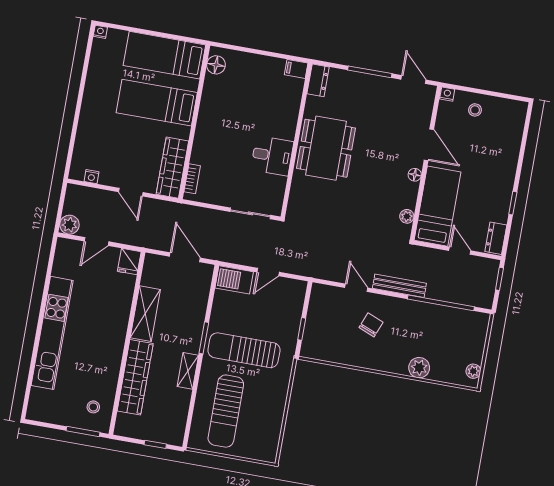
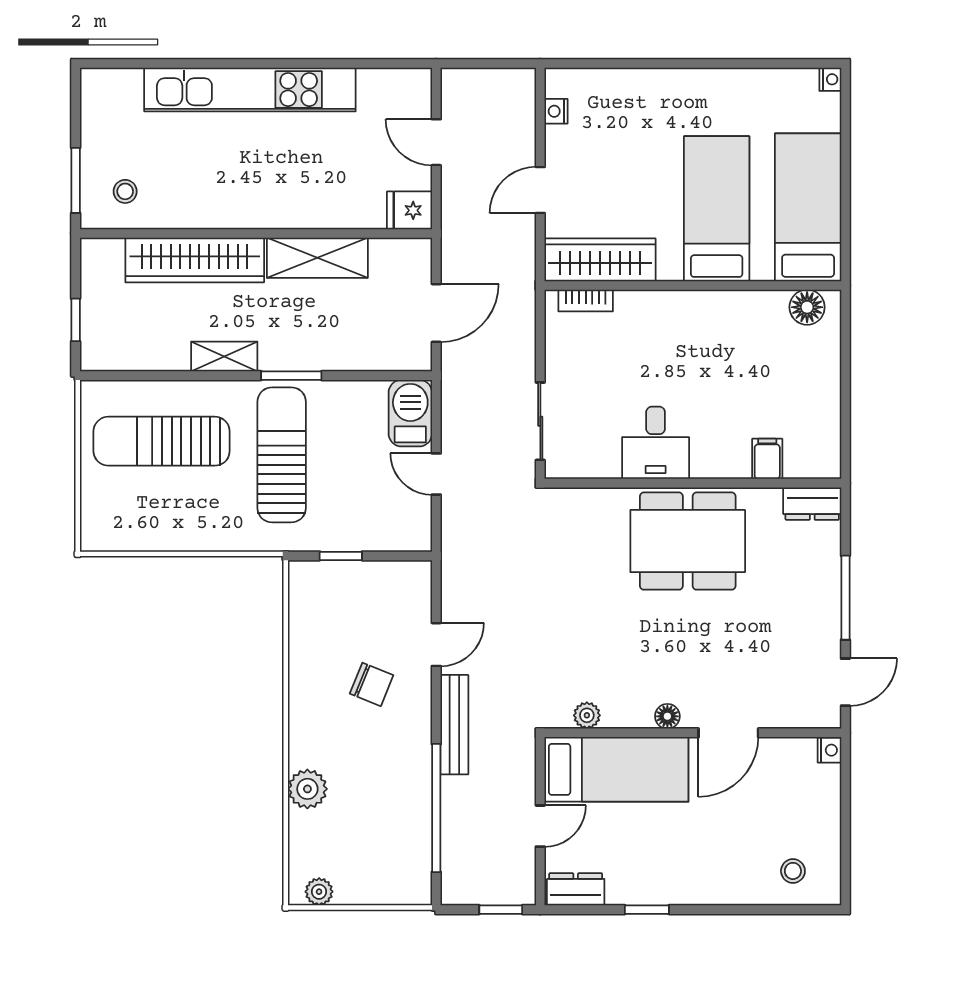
filing cabinet: (296, 69) -> (767, 459), moved
stool: (475, 110) -> (793, 871), moved
plant: (69, 225) -> (459, 86), removed

